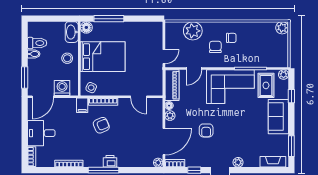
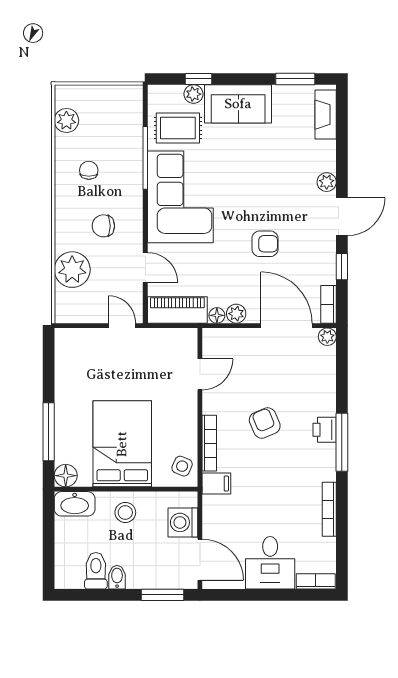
plant: (282, 28) -> (66, 120), moved
chair: (231, 38) -> (89, 170), moved
plant: (284, 75) -> (194, 94), moved
armchair: (101, 125) -> (265, 423), moved

